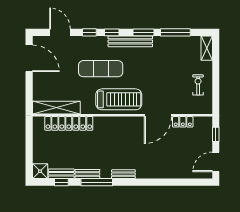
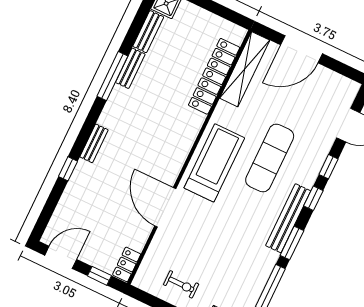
door: (29, 58) -> (302, 49), moved
treadmill: (119, 99) -> (214, 163), turned 180
locker: (183, 122) -> (127, 264), moved
door: (216, 162) -> (61, 257), hinge flipped
bench: (123, 174) -> (94, 143), moved
window: (61, 182) -> (68, 169), moved

